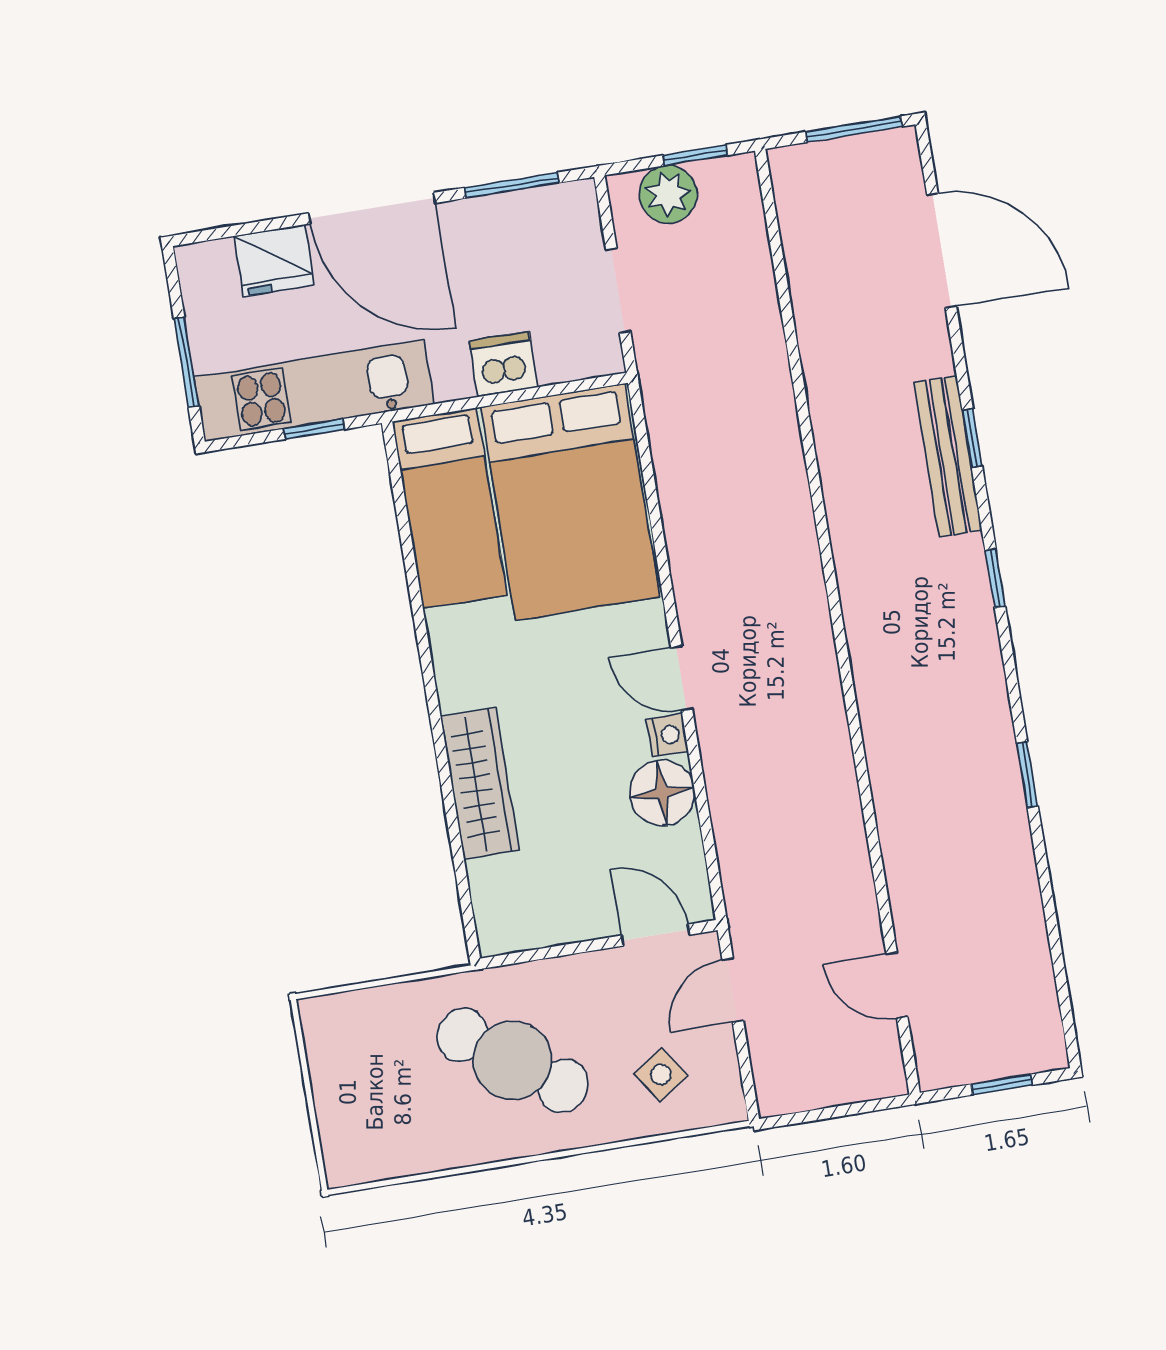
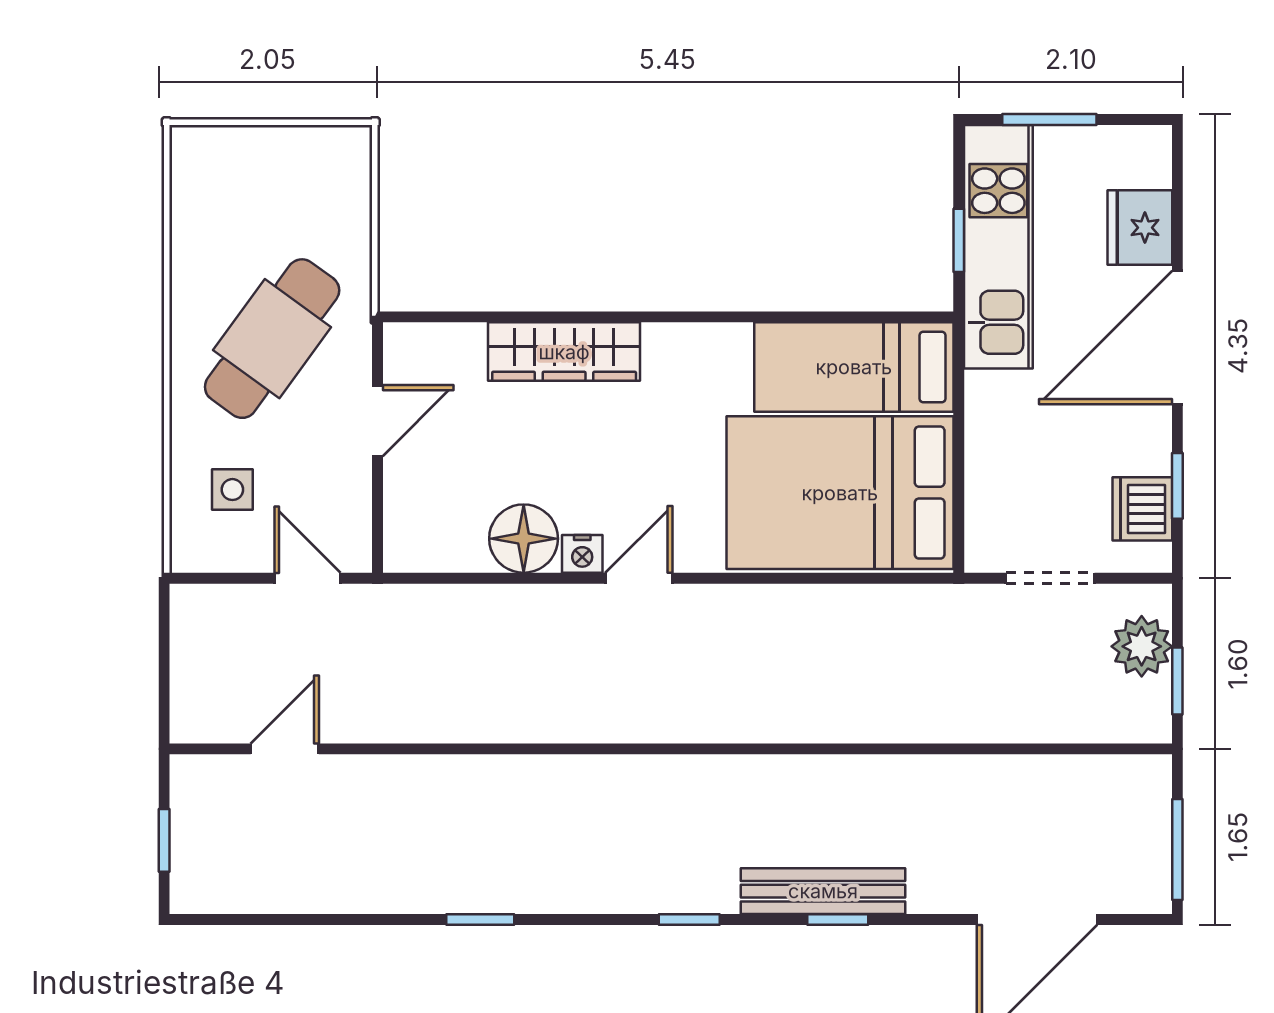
window: (512, 185) -> (1177, 486), width x0.67
dishwasher: (503, 364) -> (1142, 509), moved, turned 180
door: (655, 935) -> (377, 421), moved
side table: (661, 1074) -> (232, 490), turned 34

